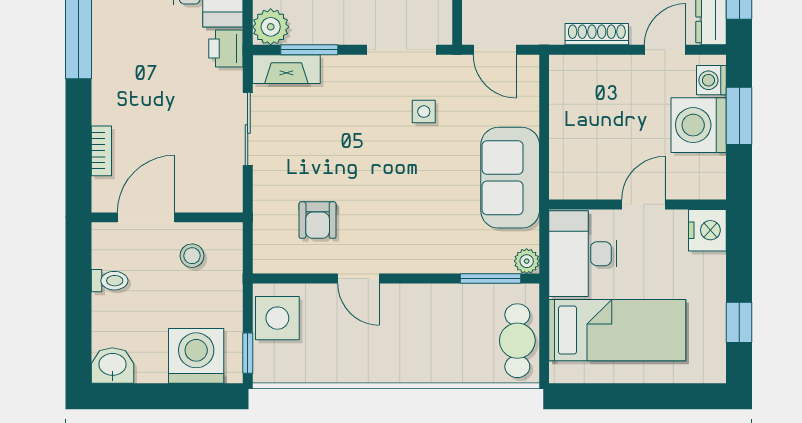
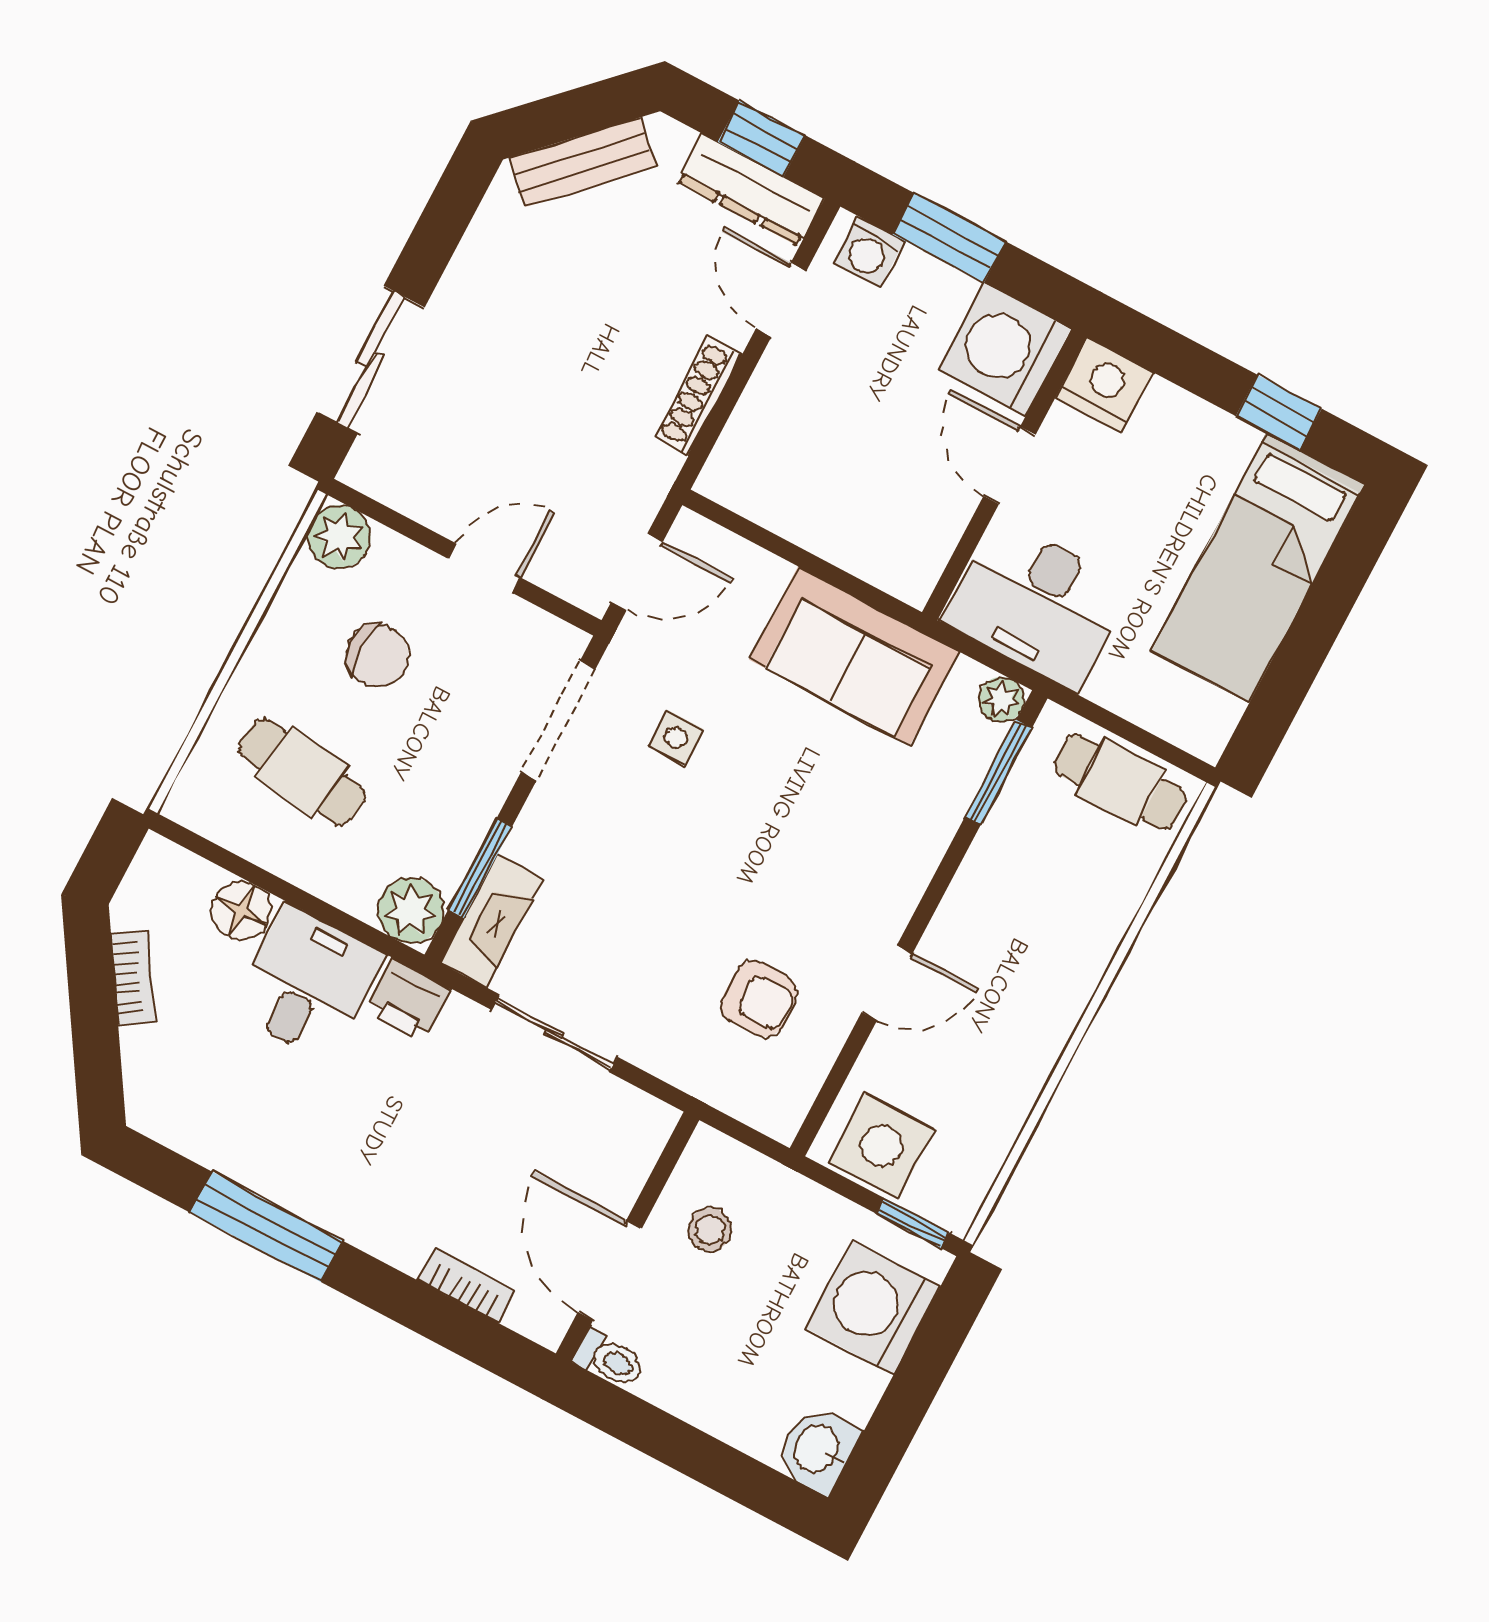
washing machine: (699, 125) -> (1005, 350), moved, turned 90
toilet: (110, 281) -> (610, 1359), moved, turned 90
bed: (617, 330) -> (1258, 568), moved, turned 180

